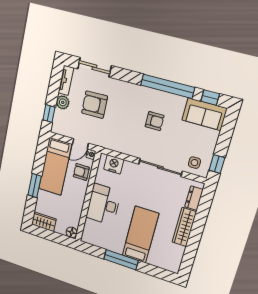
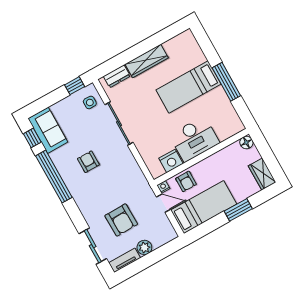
window: (49, 113) -> (165, 251), removed
nightstand: (114, 164) -> (171, 161), moved, turned -90

